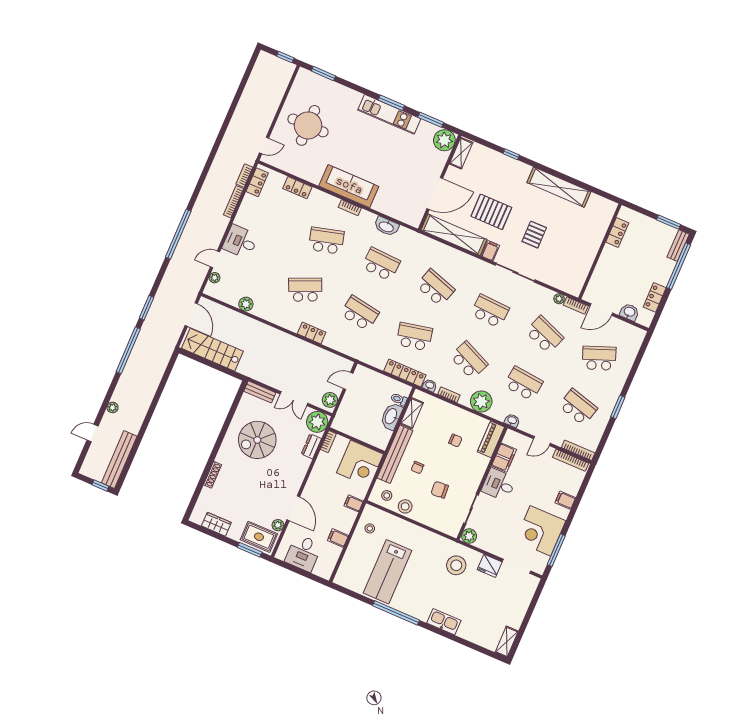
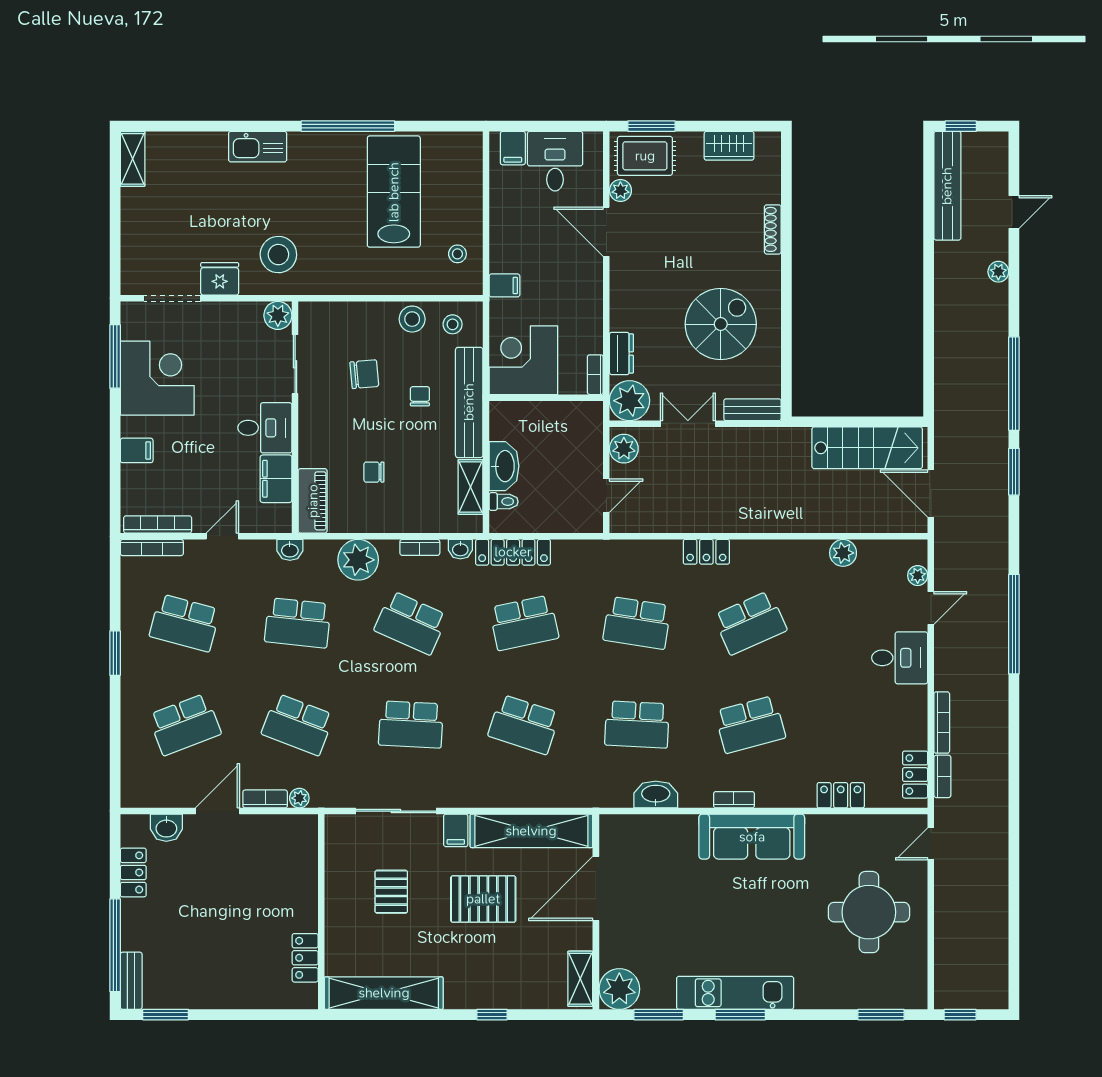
locker: (617, 232) -> (305, 958), moved
wall: (600, 251) -> (321, 912), moved
filing cabinet: (338, 538) -> (513, 148), moved, turned 90

